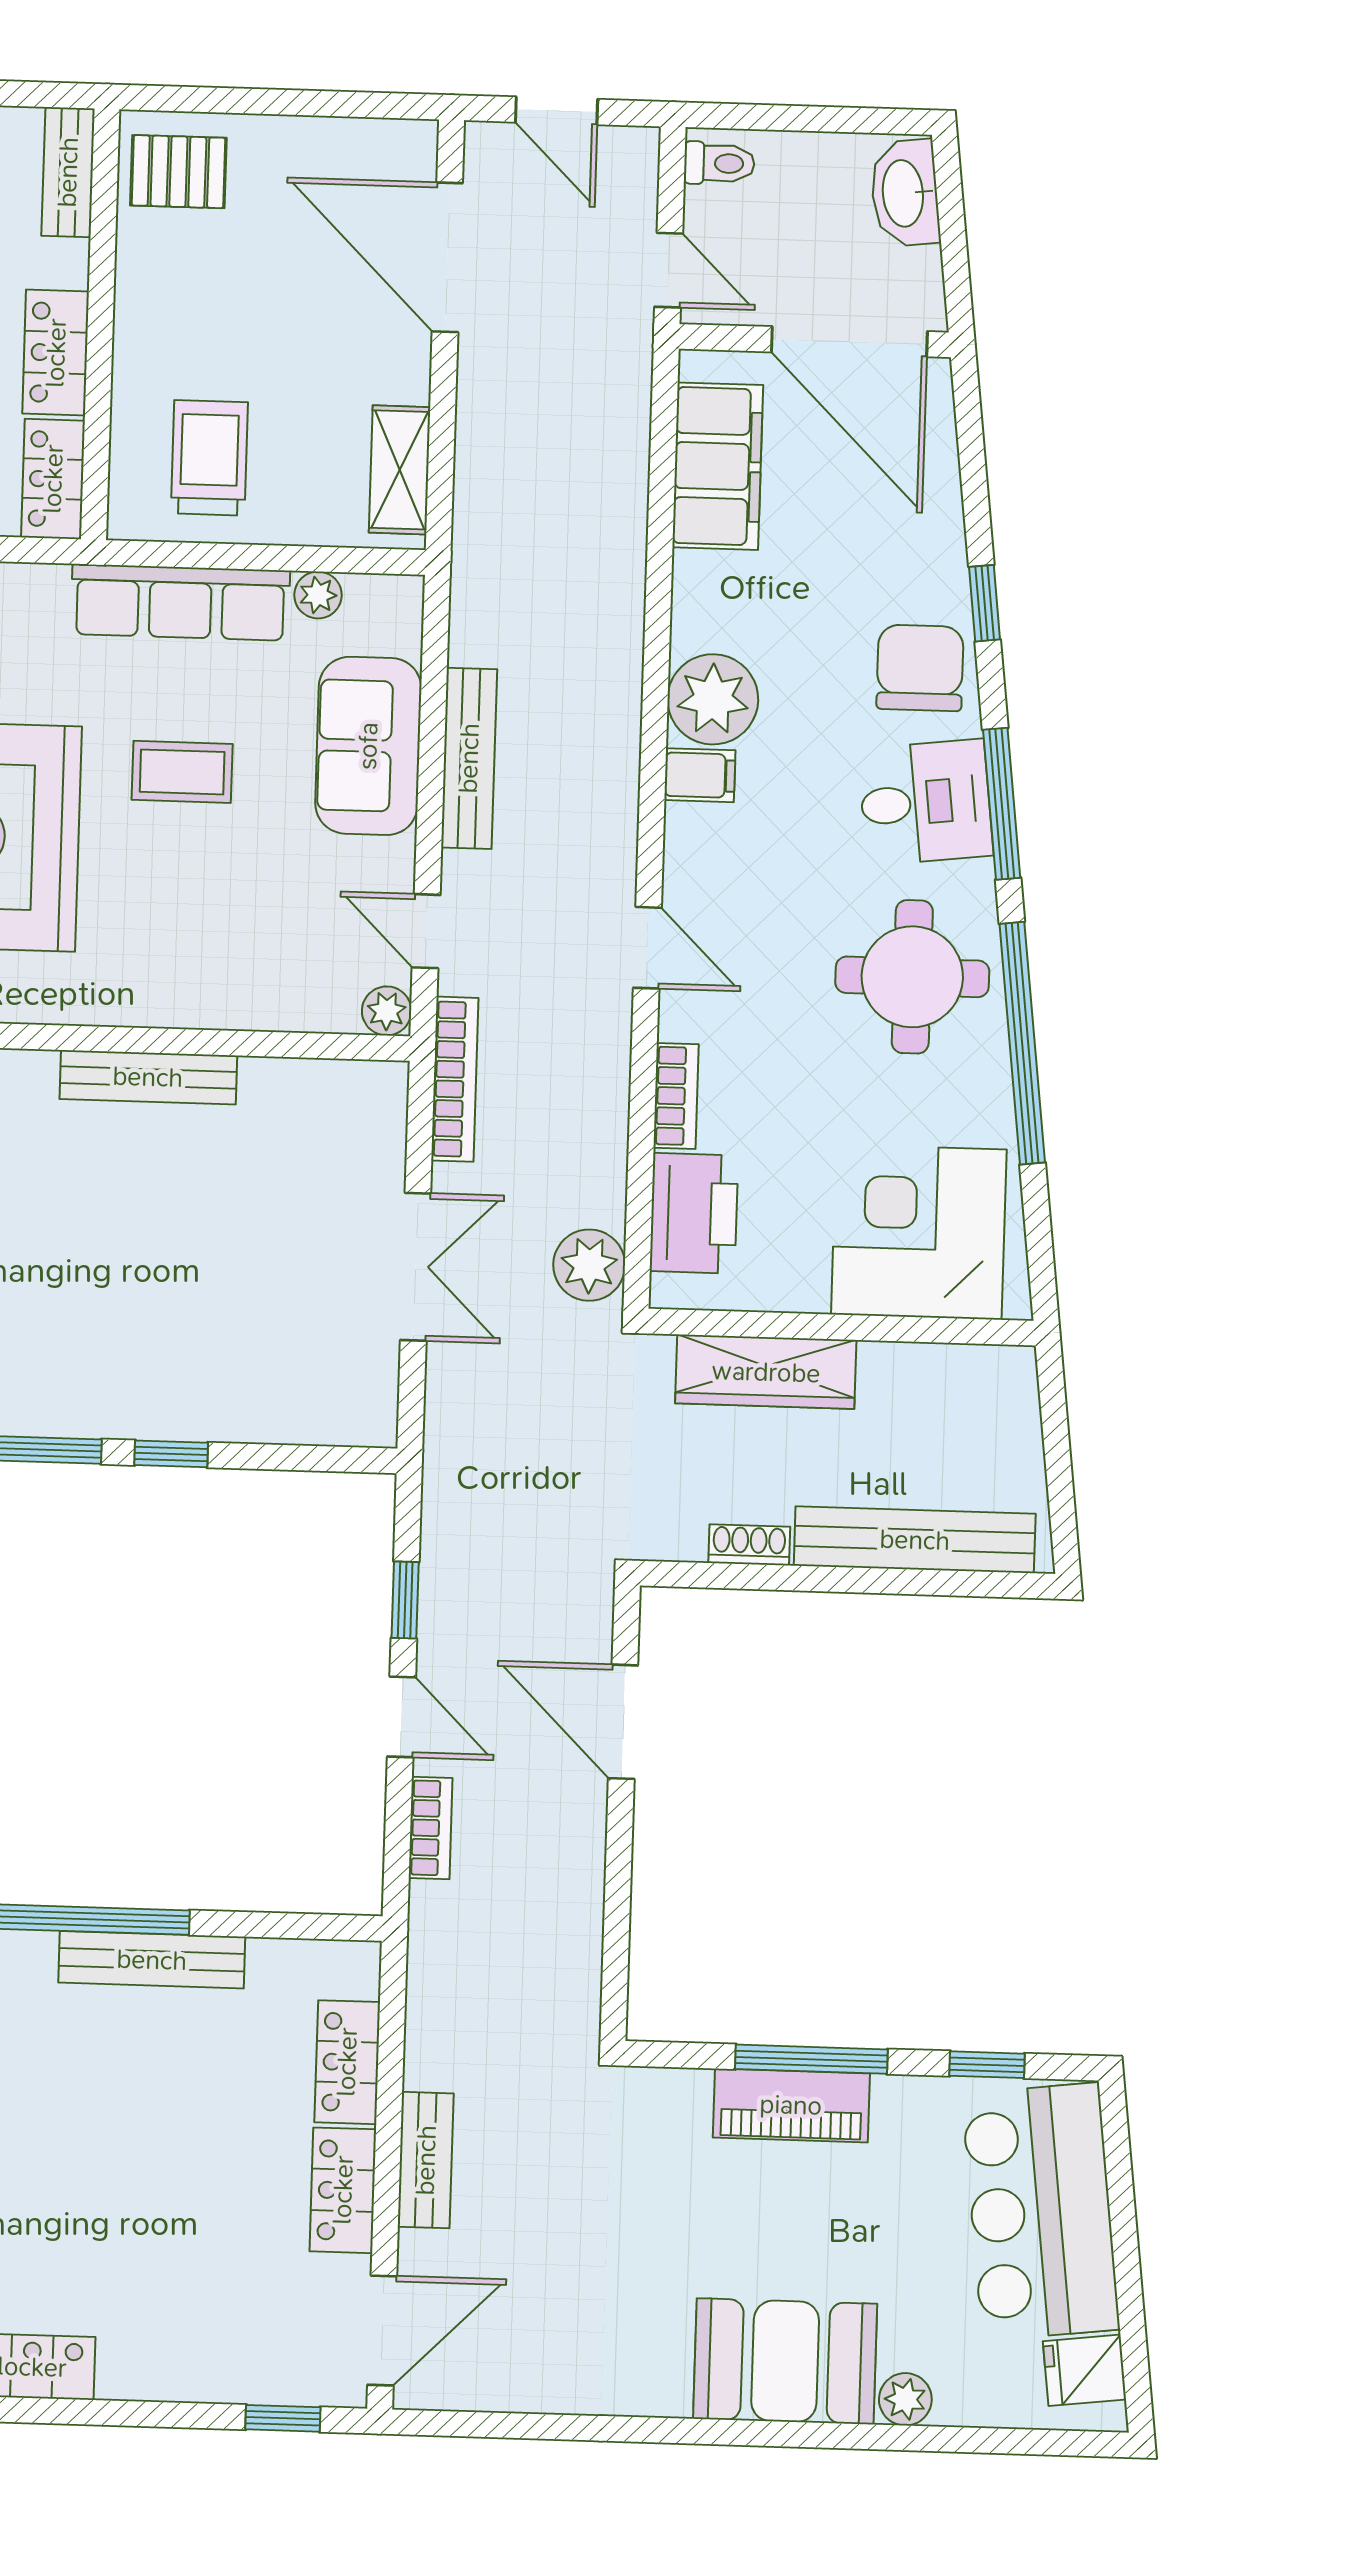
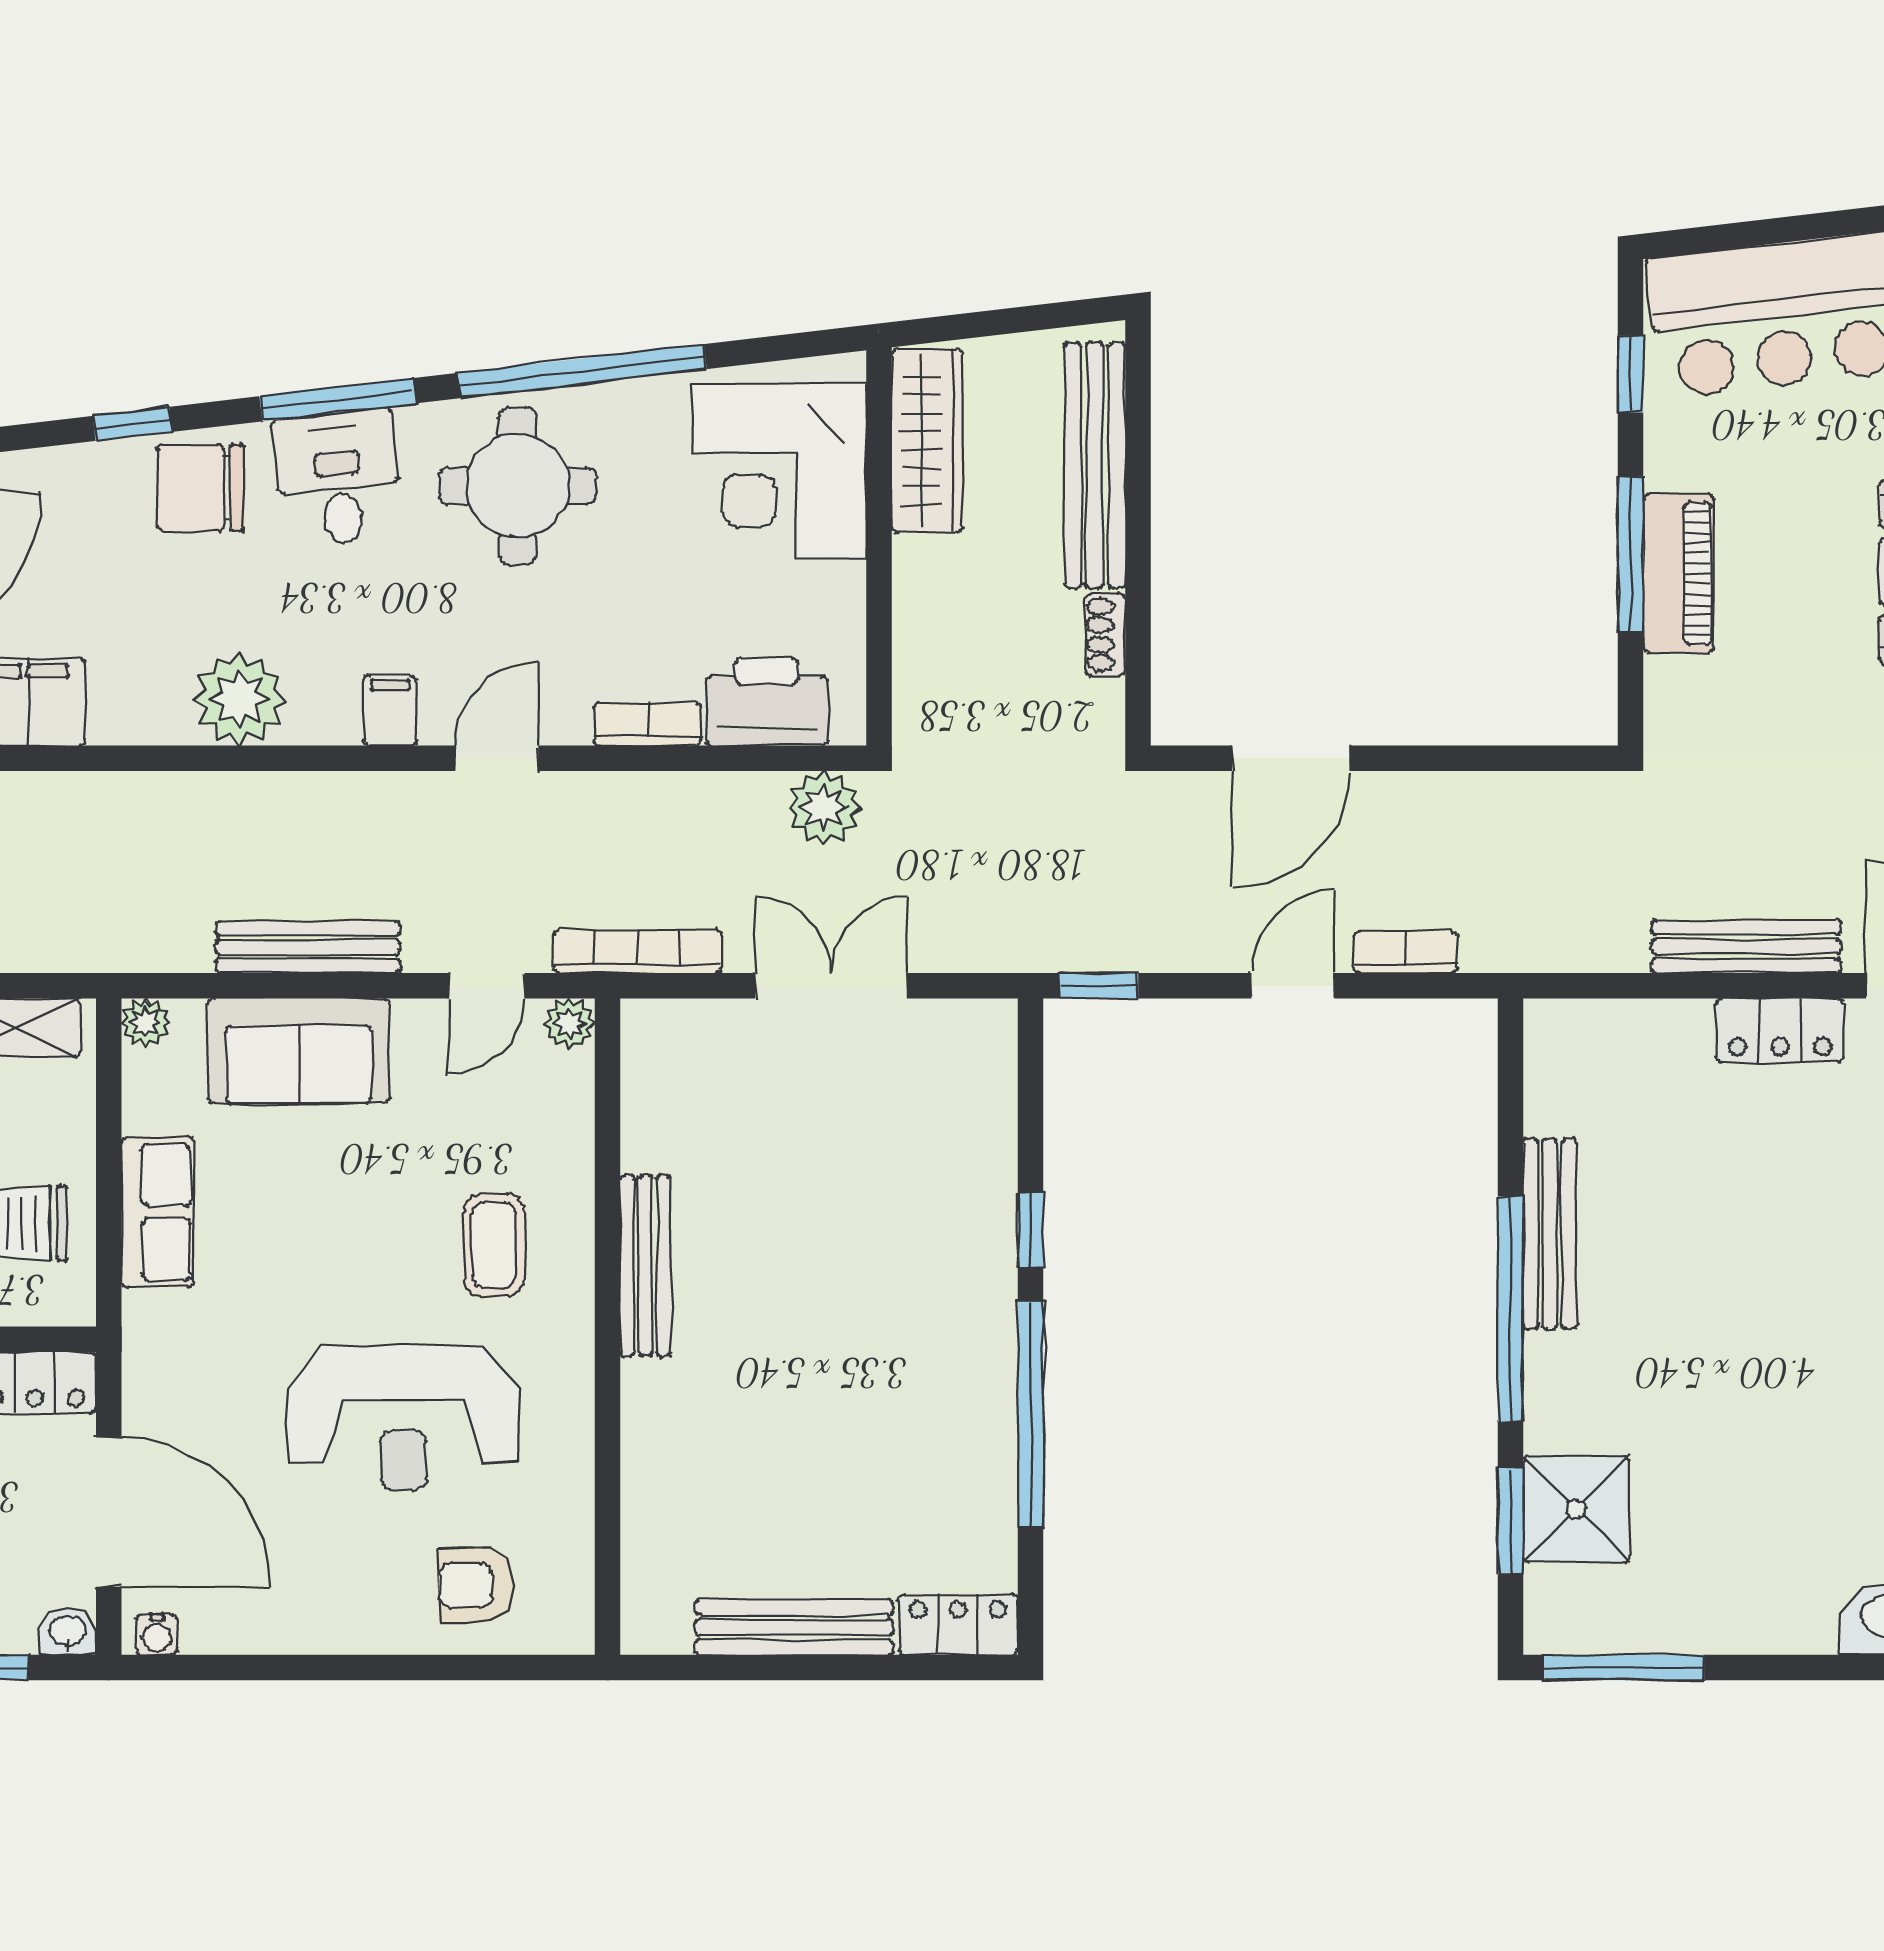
plant: (318, 595) -> (145, 1022), moved
row of seats: (180, 602) -> (157, 1212), width x0.68
coffee table: (182, 772) -> (494, 1245), moved
filing cabinet: (700, 775) -> (390, 710), moved
wardrobe: (766, 1372) -> (927, 441), moved
window: (405, 1600) -> (1099, 986), moved
locker: (347, 2062) -> (1649, 1030), removed
bench: (426, 2160) -> (1746, 947), width x1.36

